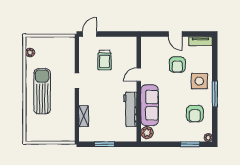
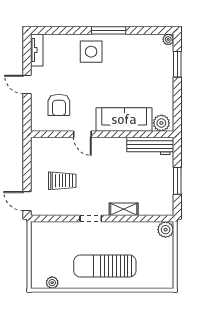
door: (175, 34) -> (27, 85), swing flipped
armchair: (177, 65) -> (59, 105), moved, turned 90
workbench: (130, 109) -> (150, 146), moved
armchair: (195, 114) -> (135, 58), removed
shelving: (84, 116) -> (124, 209), moved
plant: (69, 136) -> (166, 230), added

